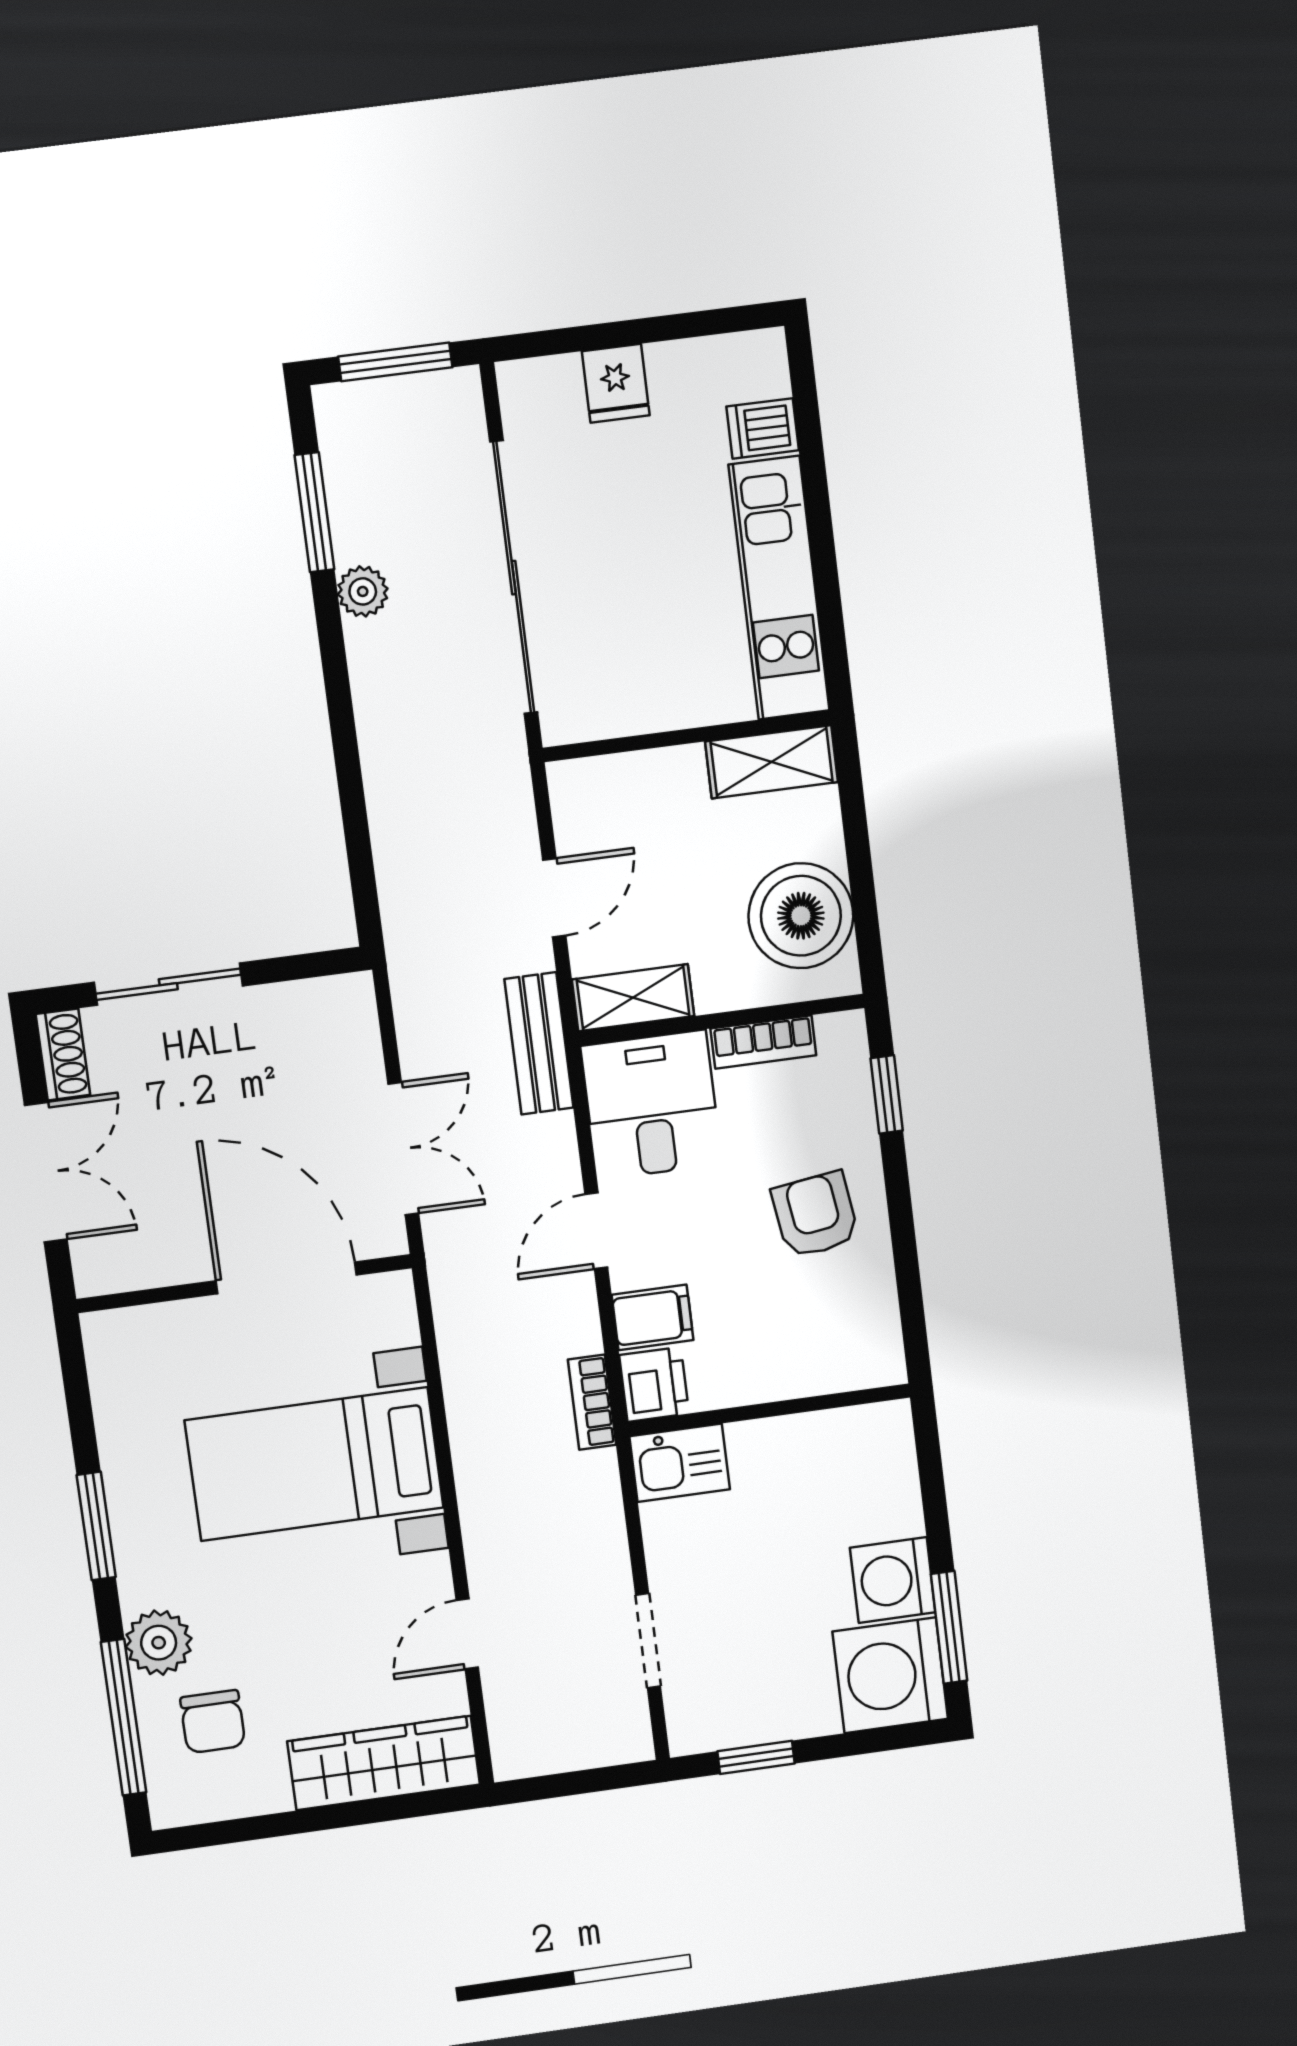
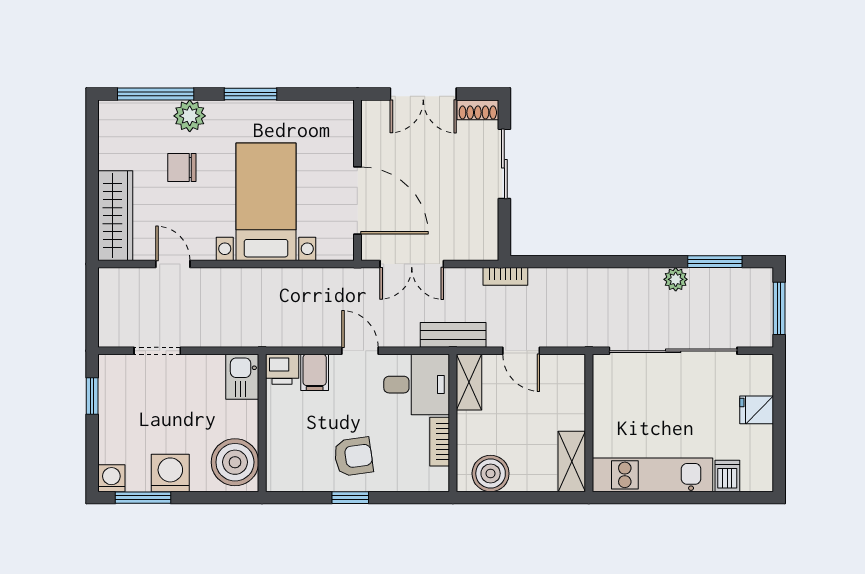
boiler: (801, 916) -> (491, 473), width x0.73, depth x0.73
window: (887, 1094) -> (350, 498), moved
door: (286, 1278) -> (357, 200), hinge flipped
bookcase: (592, 1402) -> (505, 276), moved, turned 180
boiler: (855, 1453) -> (235, 462), added
washing machine: (890, 1675) -> (111, 478), width x0.53, depth x0.53
chair: (213, 1722) -> (182, 167), moved

